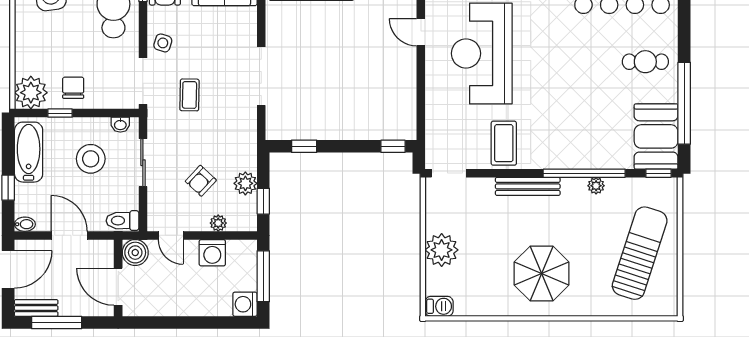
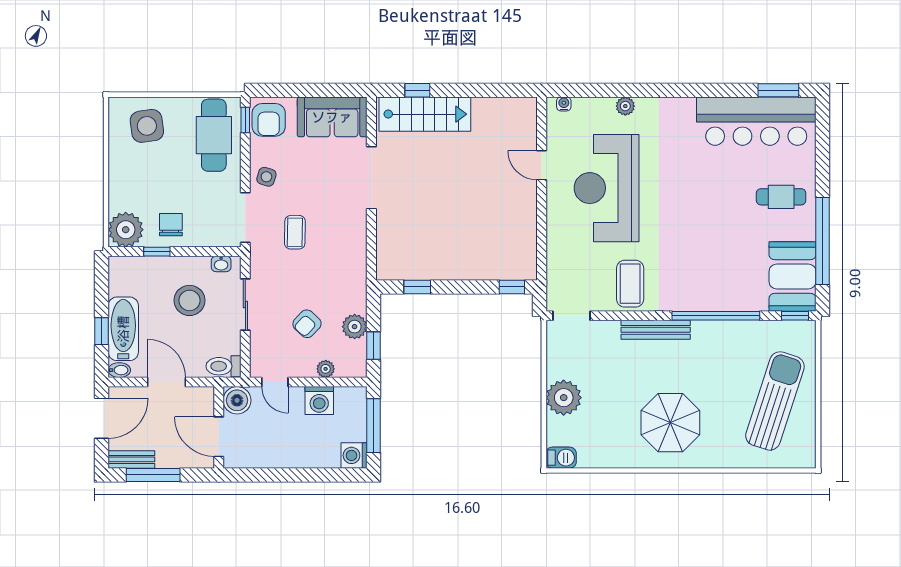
doorway: (261, 76) -> (371, 178), moved
bathtub: (29, 152) -> (123, 329), moved
plant: (596, 186) -> (728, 329), removed

